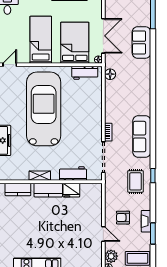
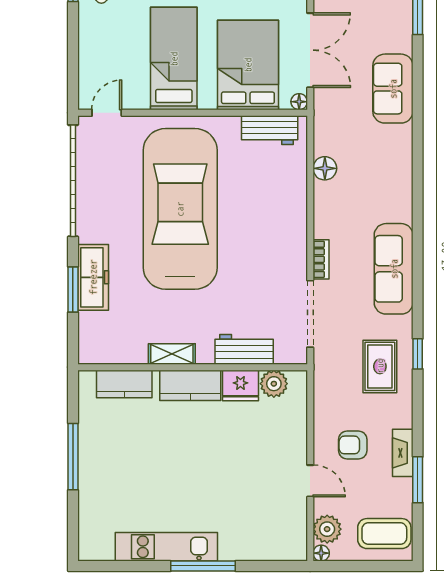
sofa: (141, 43) -> (393, 89), moved
floor lamp: (110, 74) -> (325, 168), moved
plant: (87, 189) -> (274, 384), added

